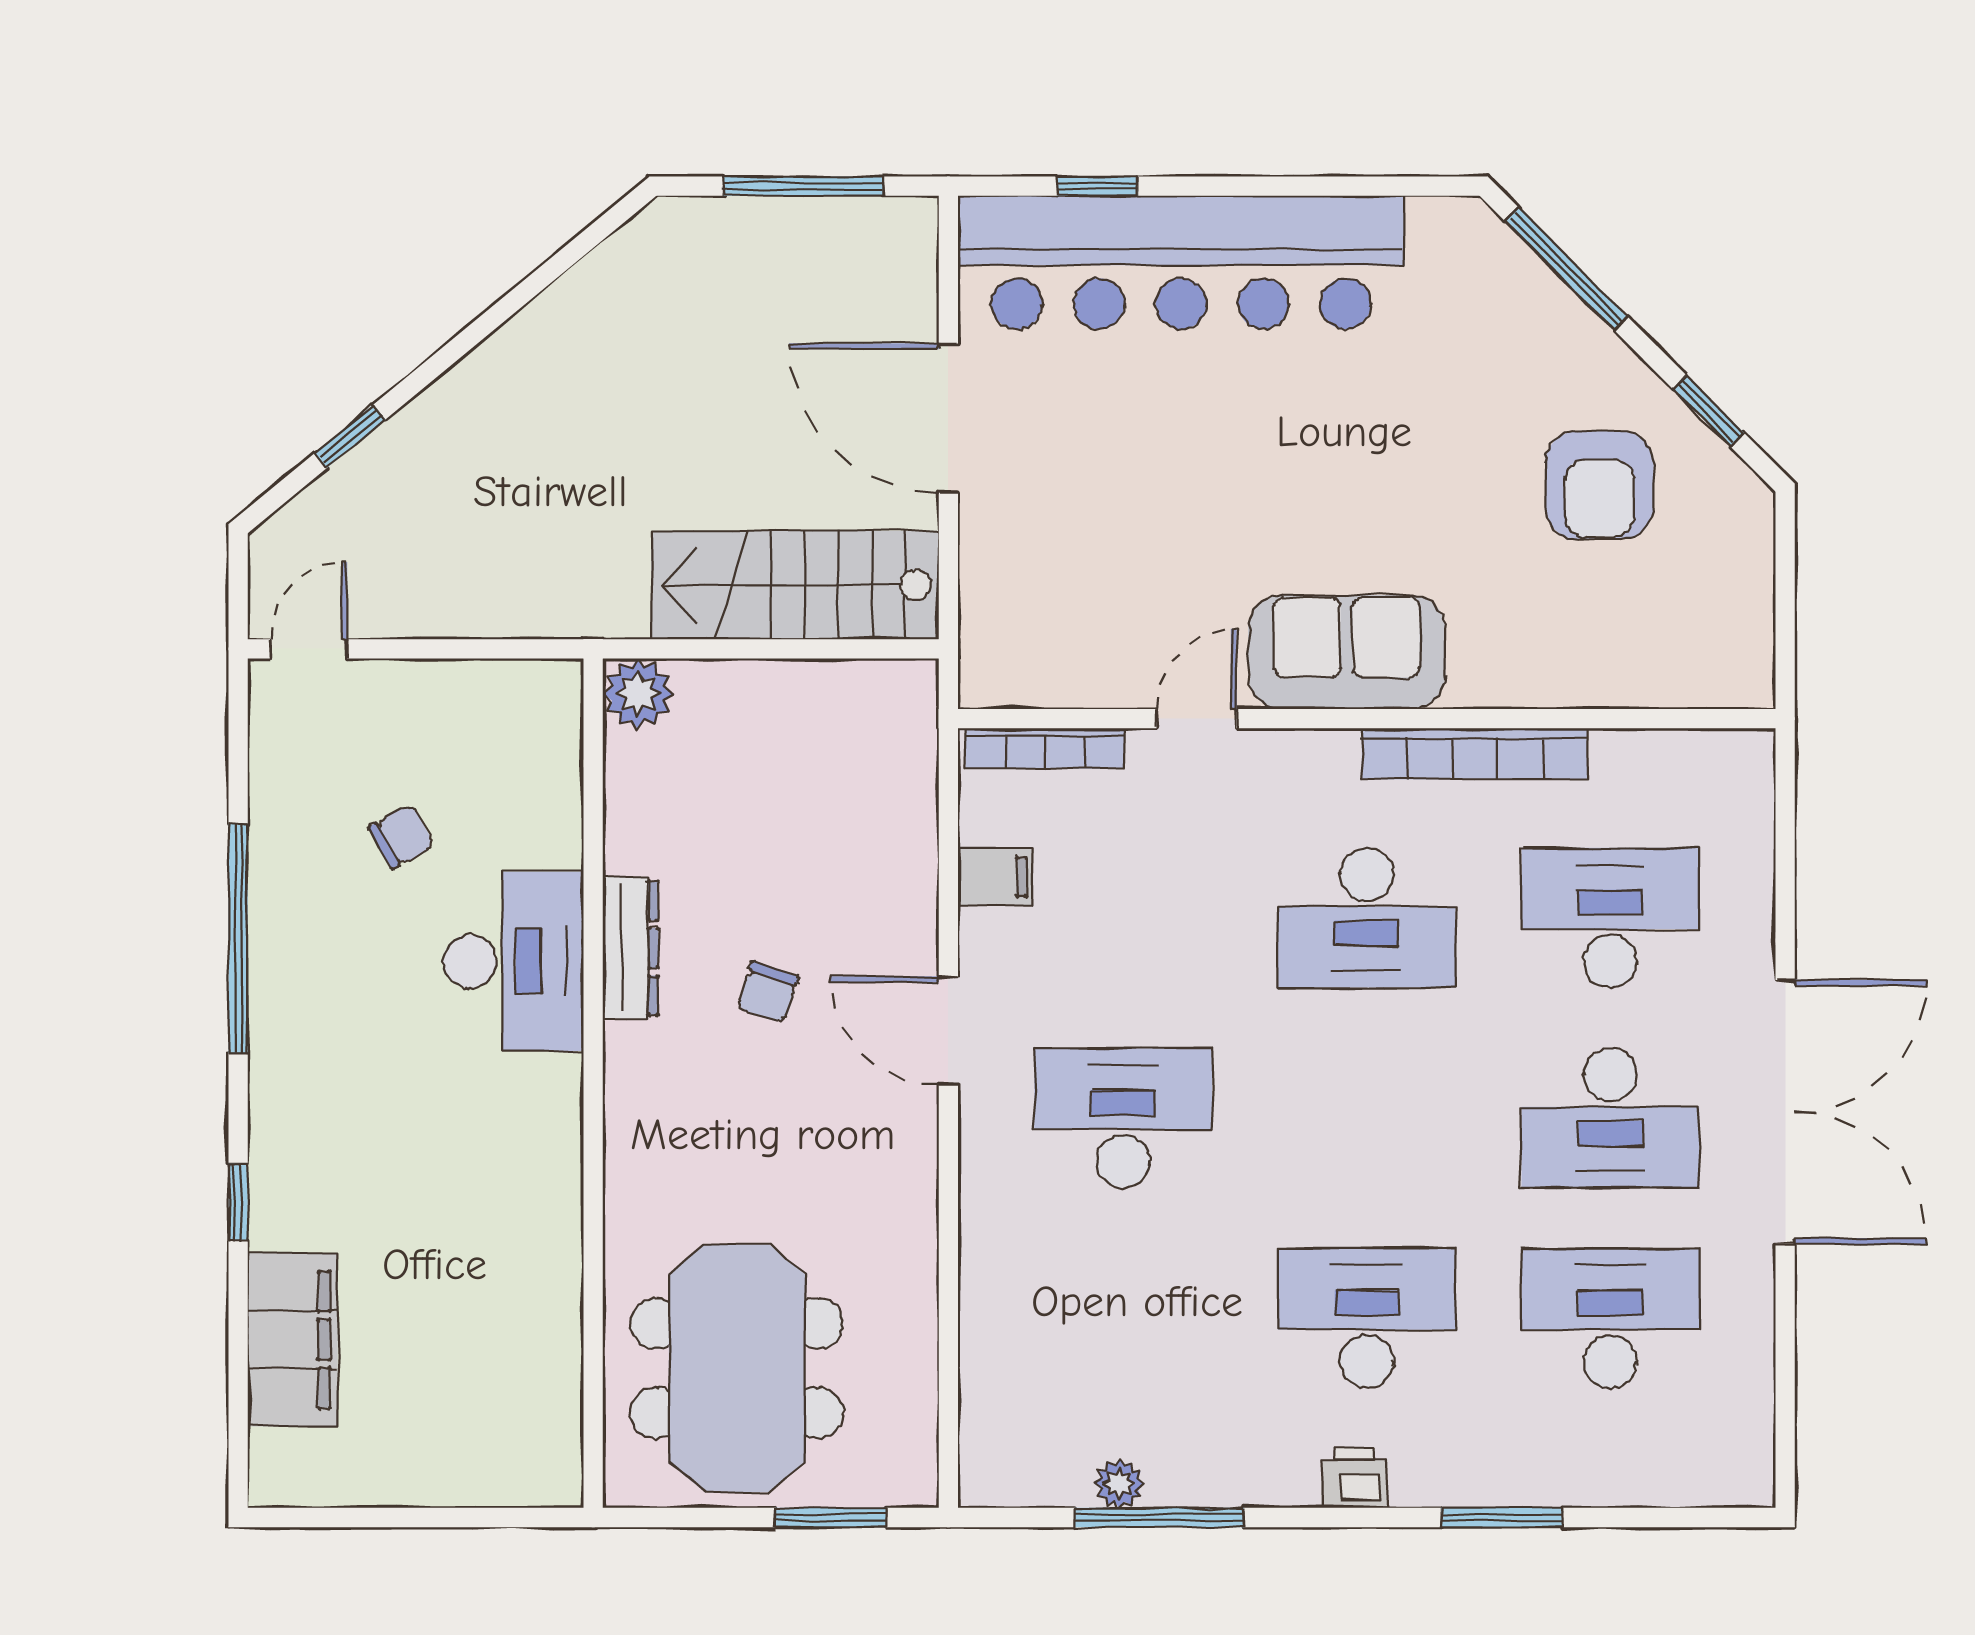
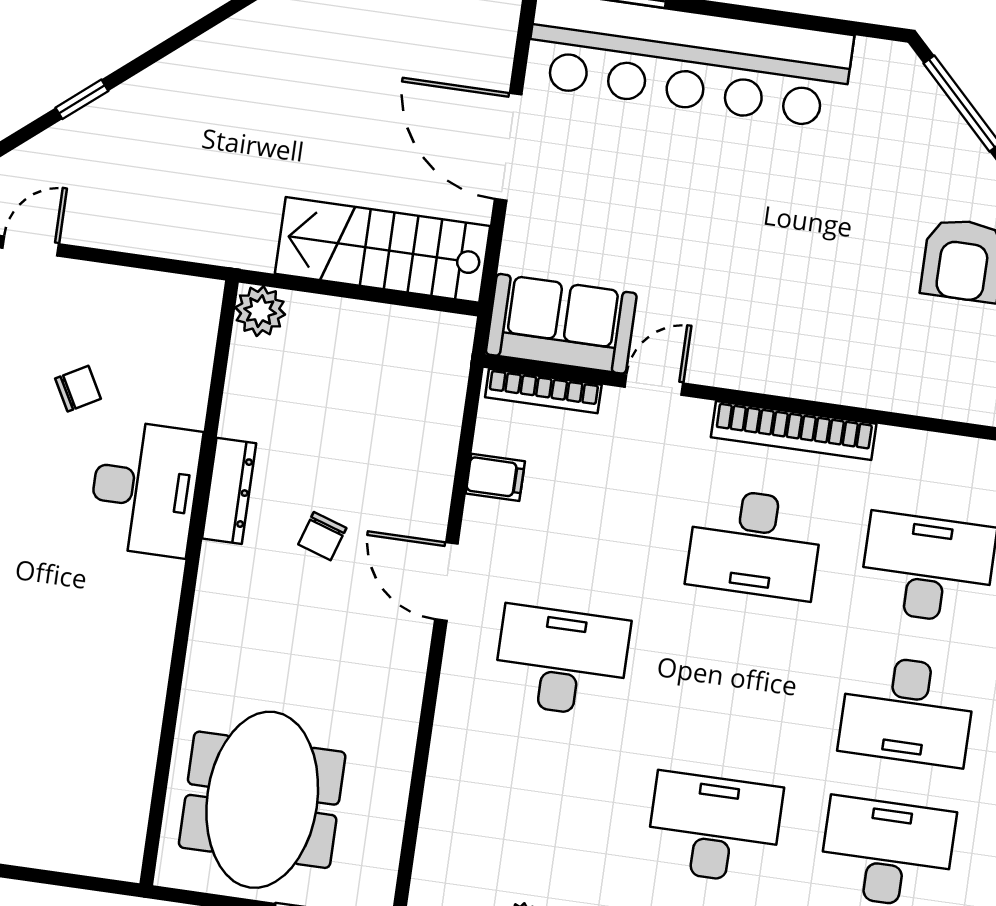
sofa: (1347, 652) -> (561, 324), moved
bookcase: (1475, 754) -> (794, 431), moved

